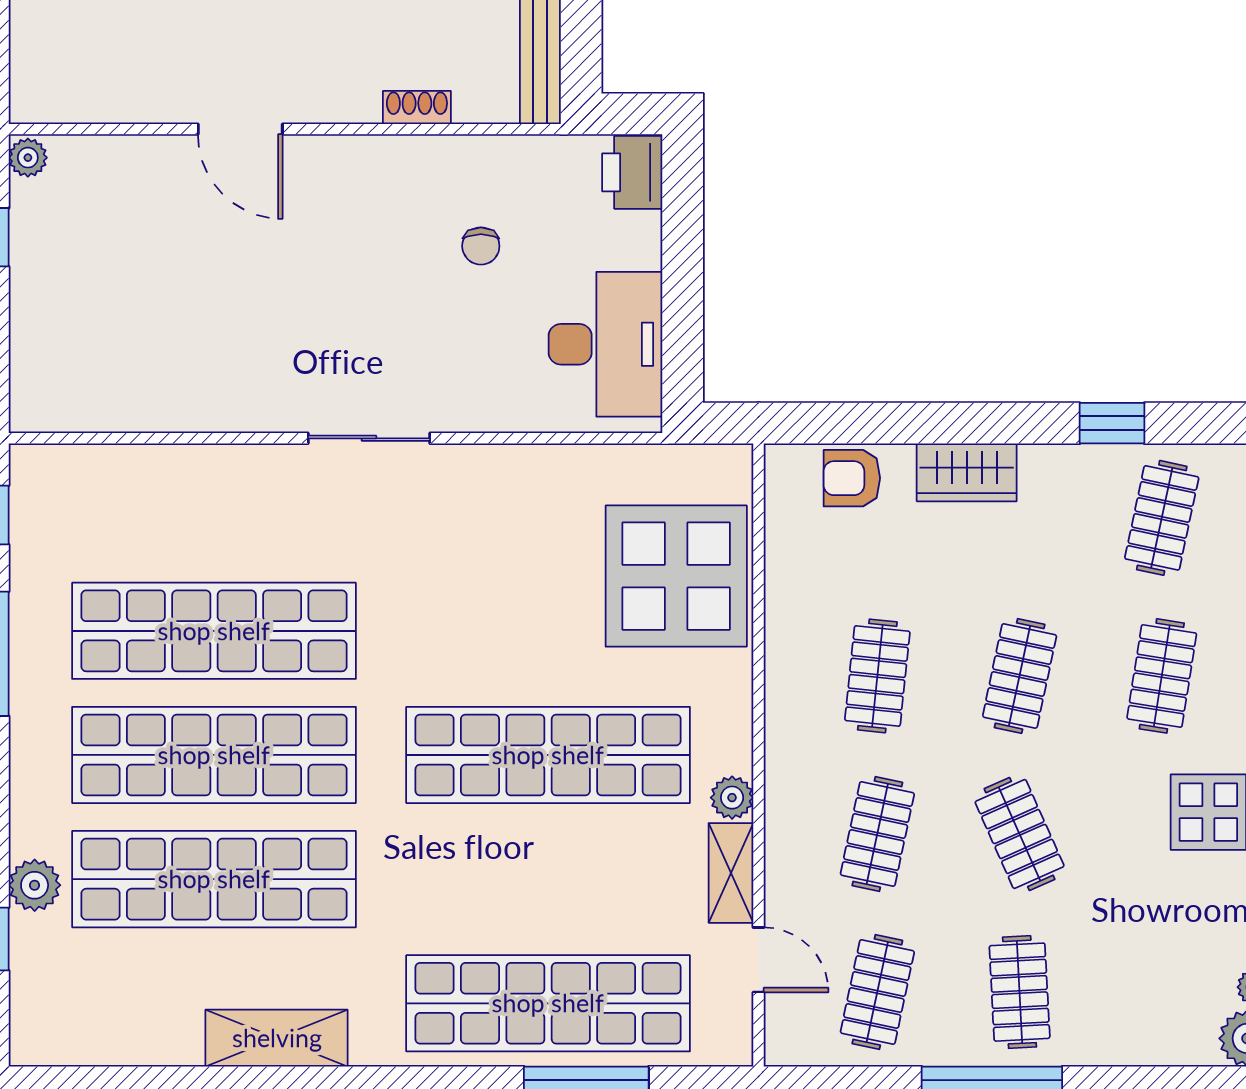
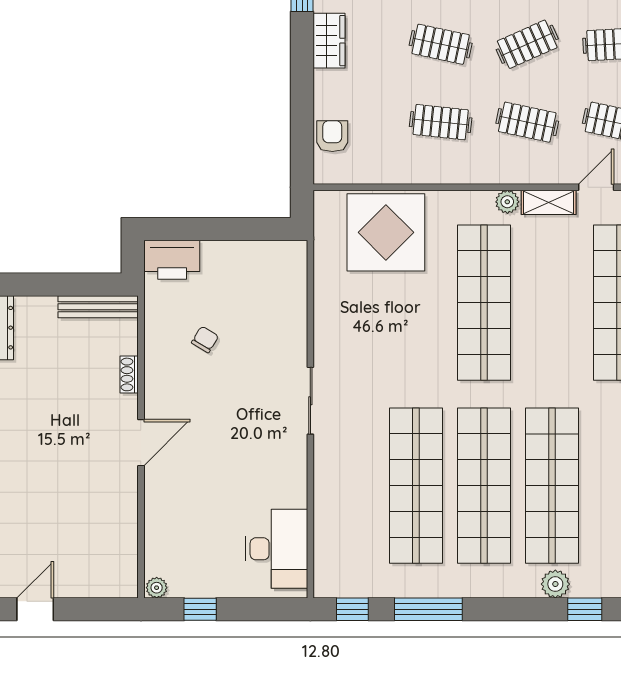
door: (240, 129) -> (141, 443), moved
printer: (632, 172) -> (172, 260), width x1.37, depth x1.19
chair: (481, 246) -> (205, 339), turned -59
desk: (605, 344) -> (276, 549), moved, turned 90
wardrobe: (967, 472) -> (329, 41), moved
armchair: (852, 478) -> (332, 136), turned 180

